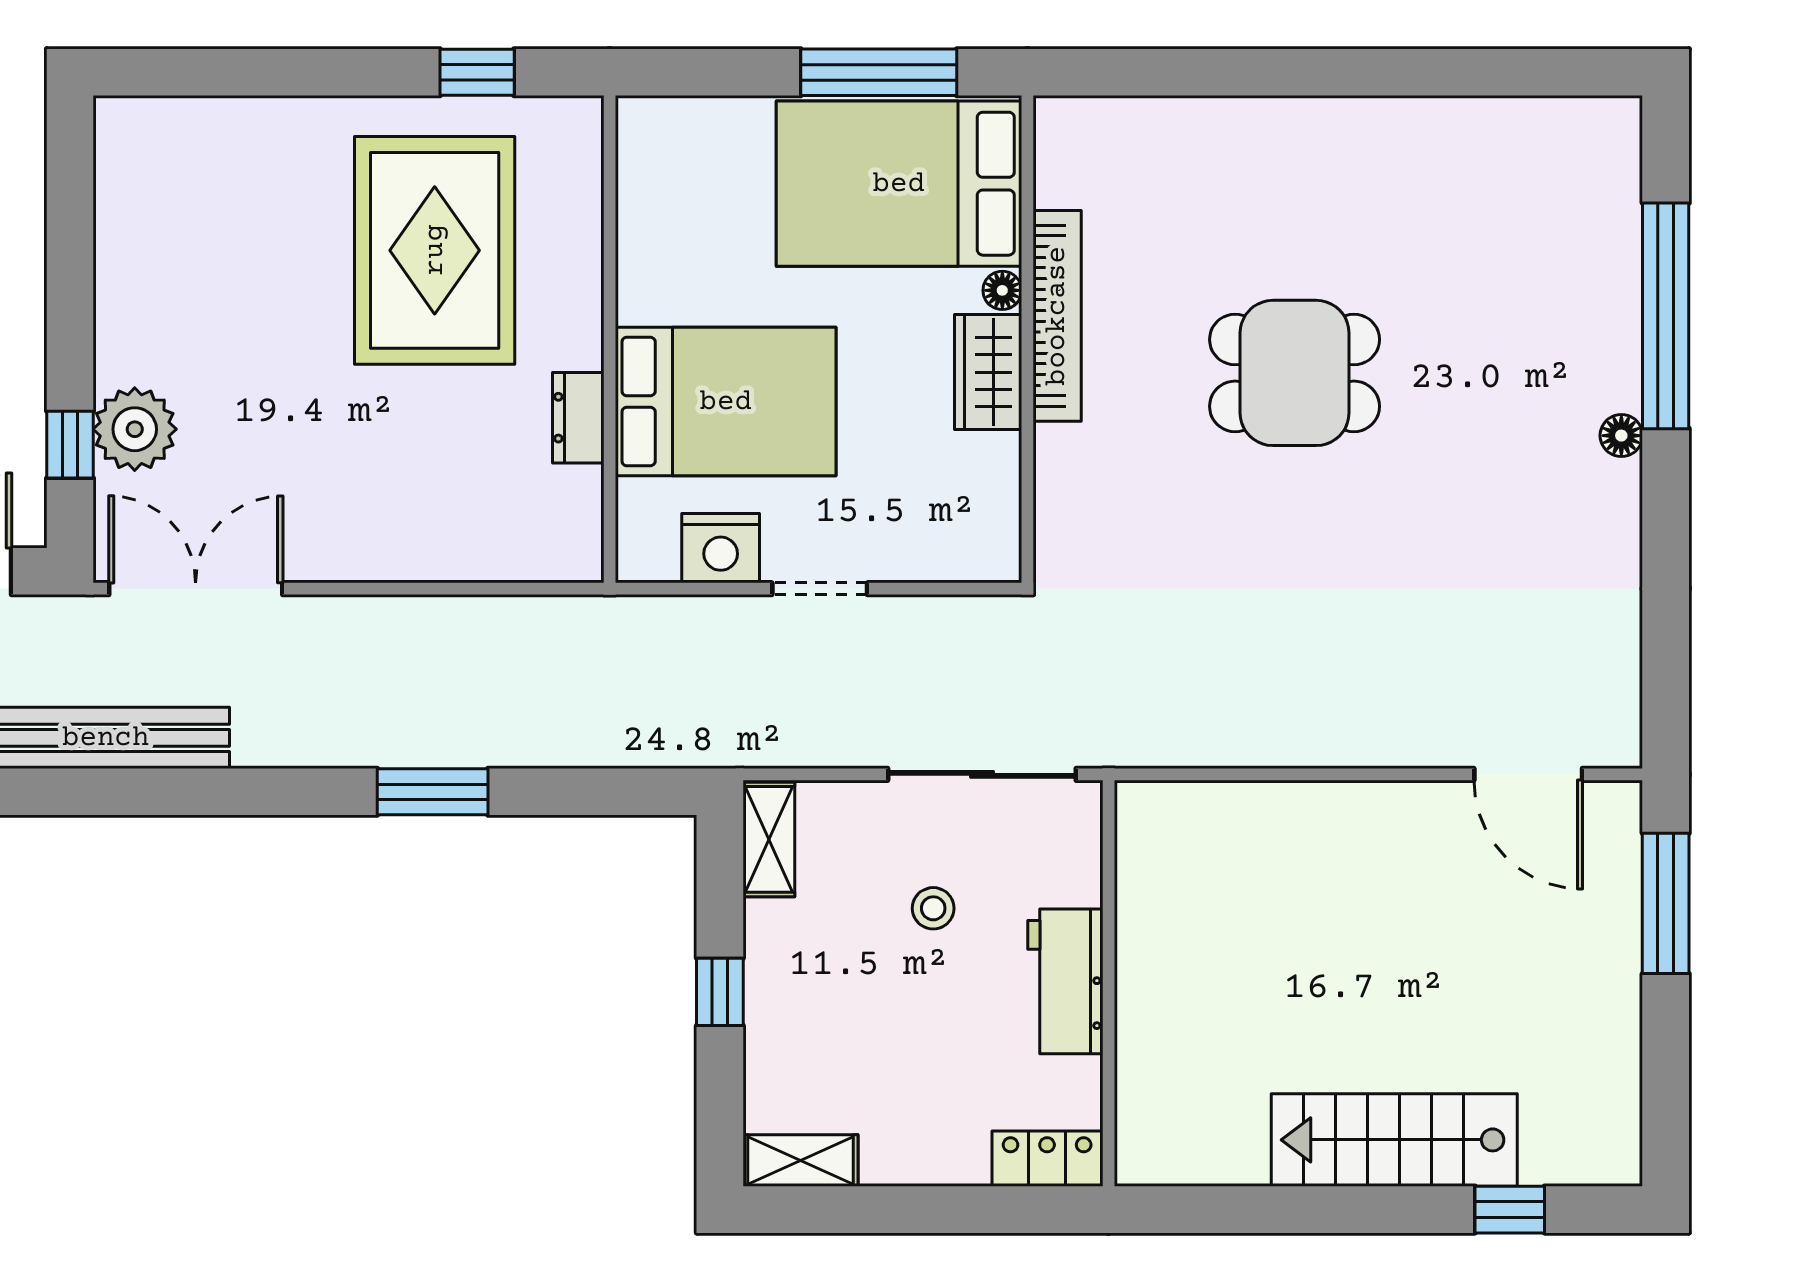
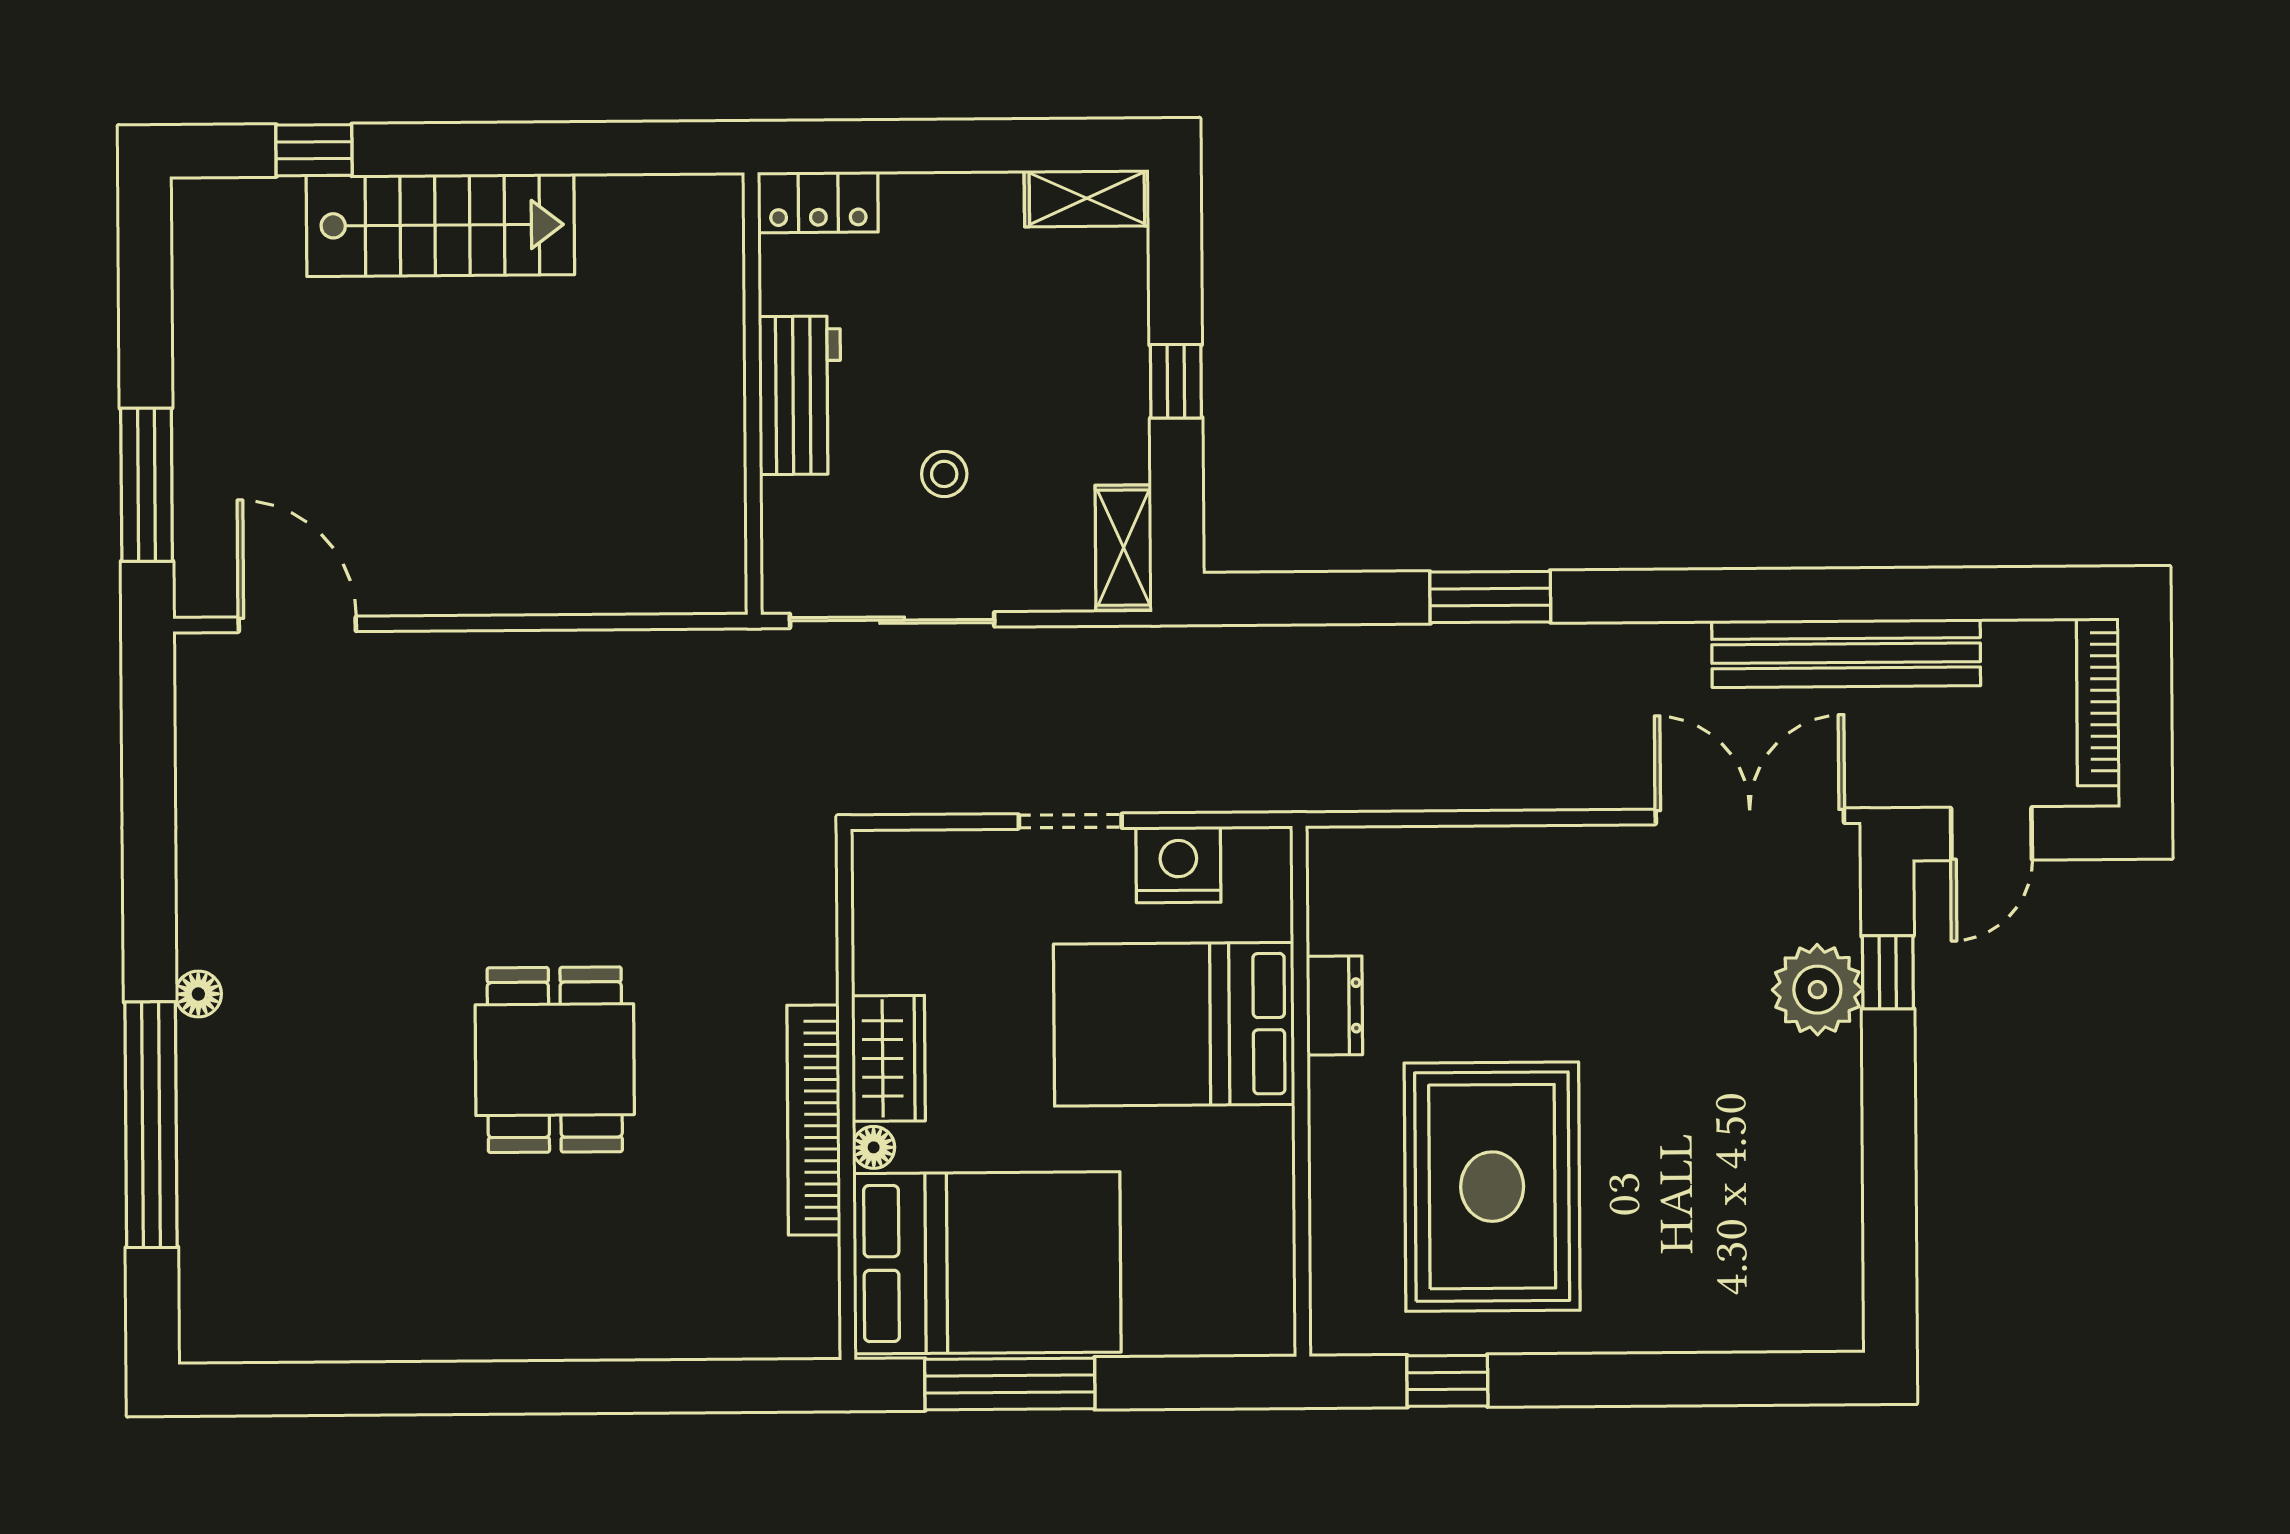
dining table: (1295, 373) -> (555, 1060), turned 90
double door: (196, 589) -> (1750, 816), swing flipped

